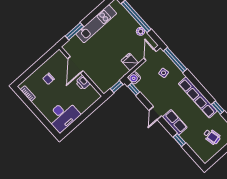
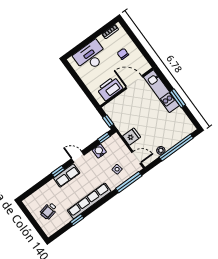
kitchen unit: (96, 24) -> (161, 91), moved
window: (74, 31) -> (178, 98), moved
water cooler: (134, 78) -> (99, 151), moved
printer: (83, 83) -> (110, 89), width x1.87, depth x1.48
desk: (63, 116) -> (90, 56), moved, turned 90
window: (179, 140) -> (58, 171), moved

